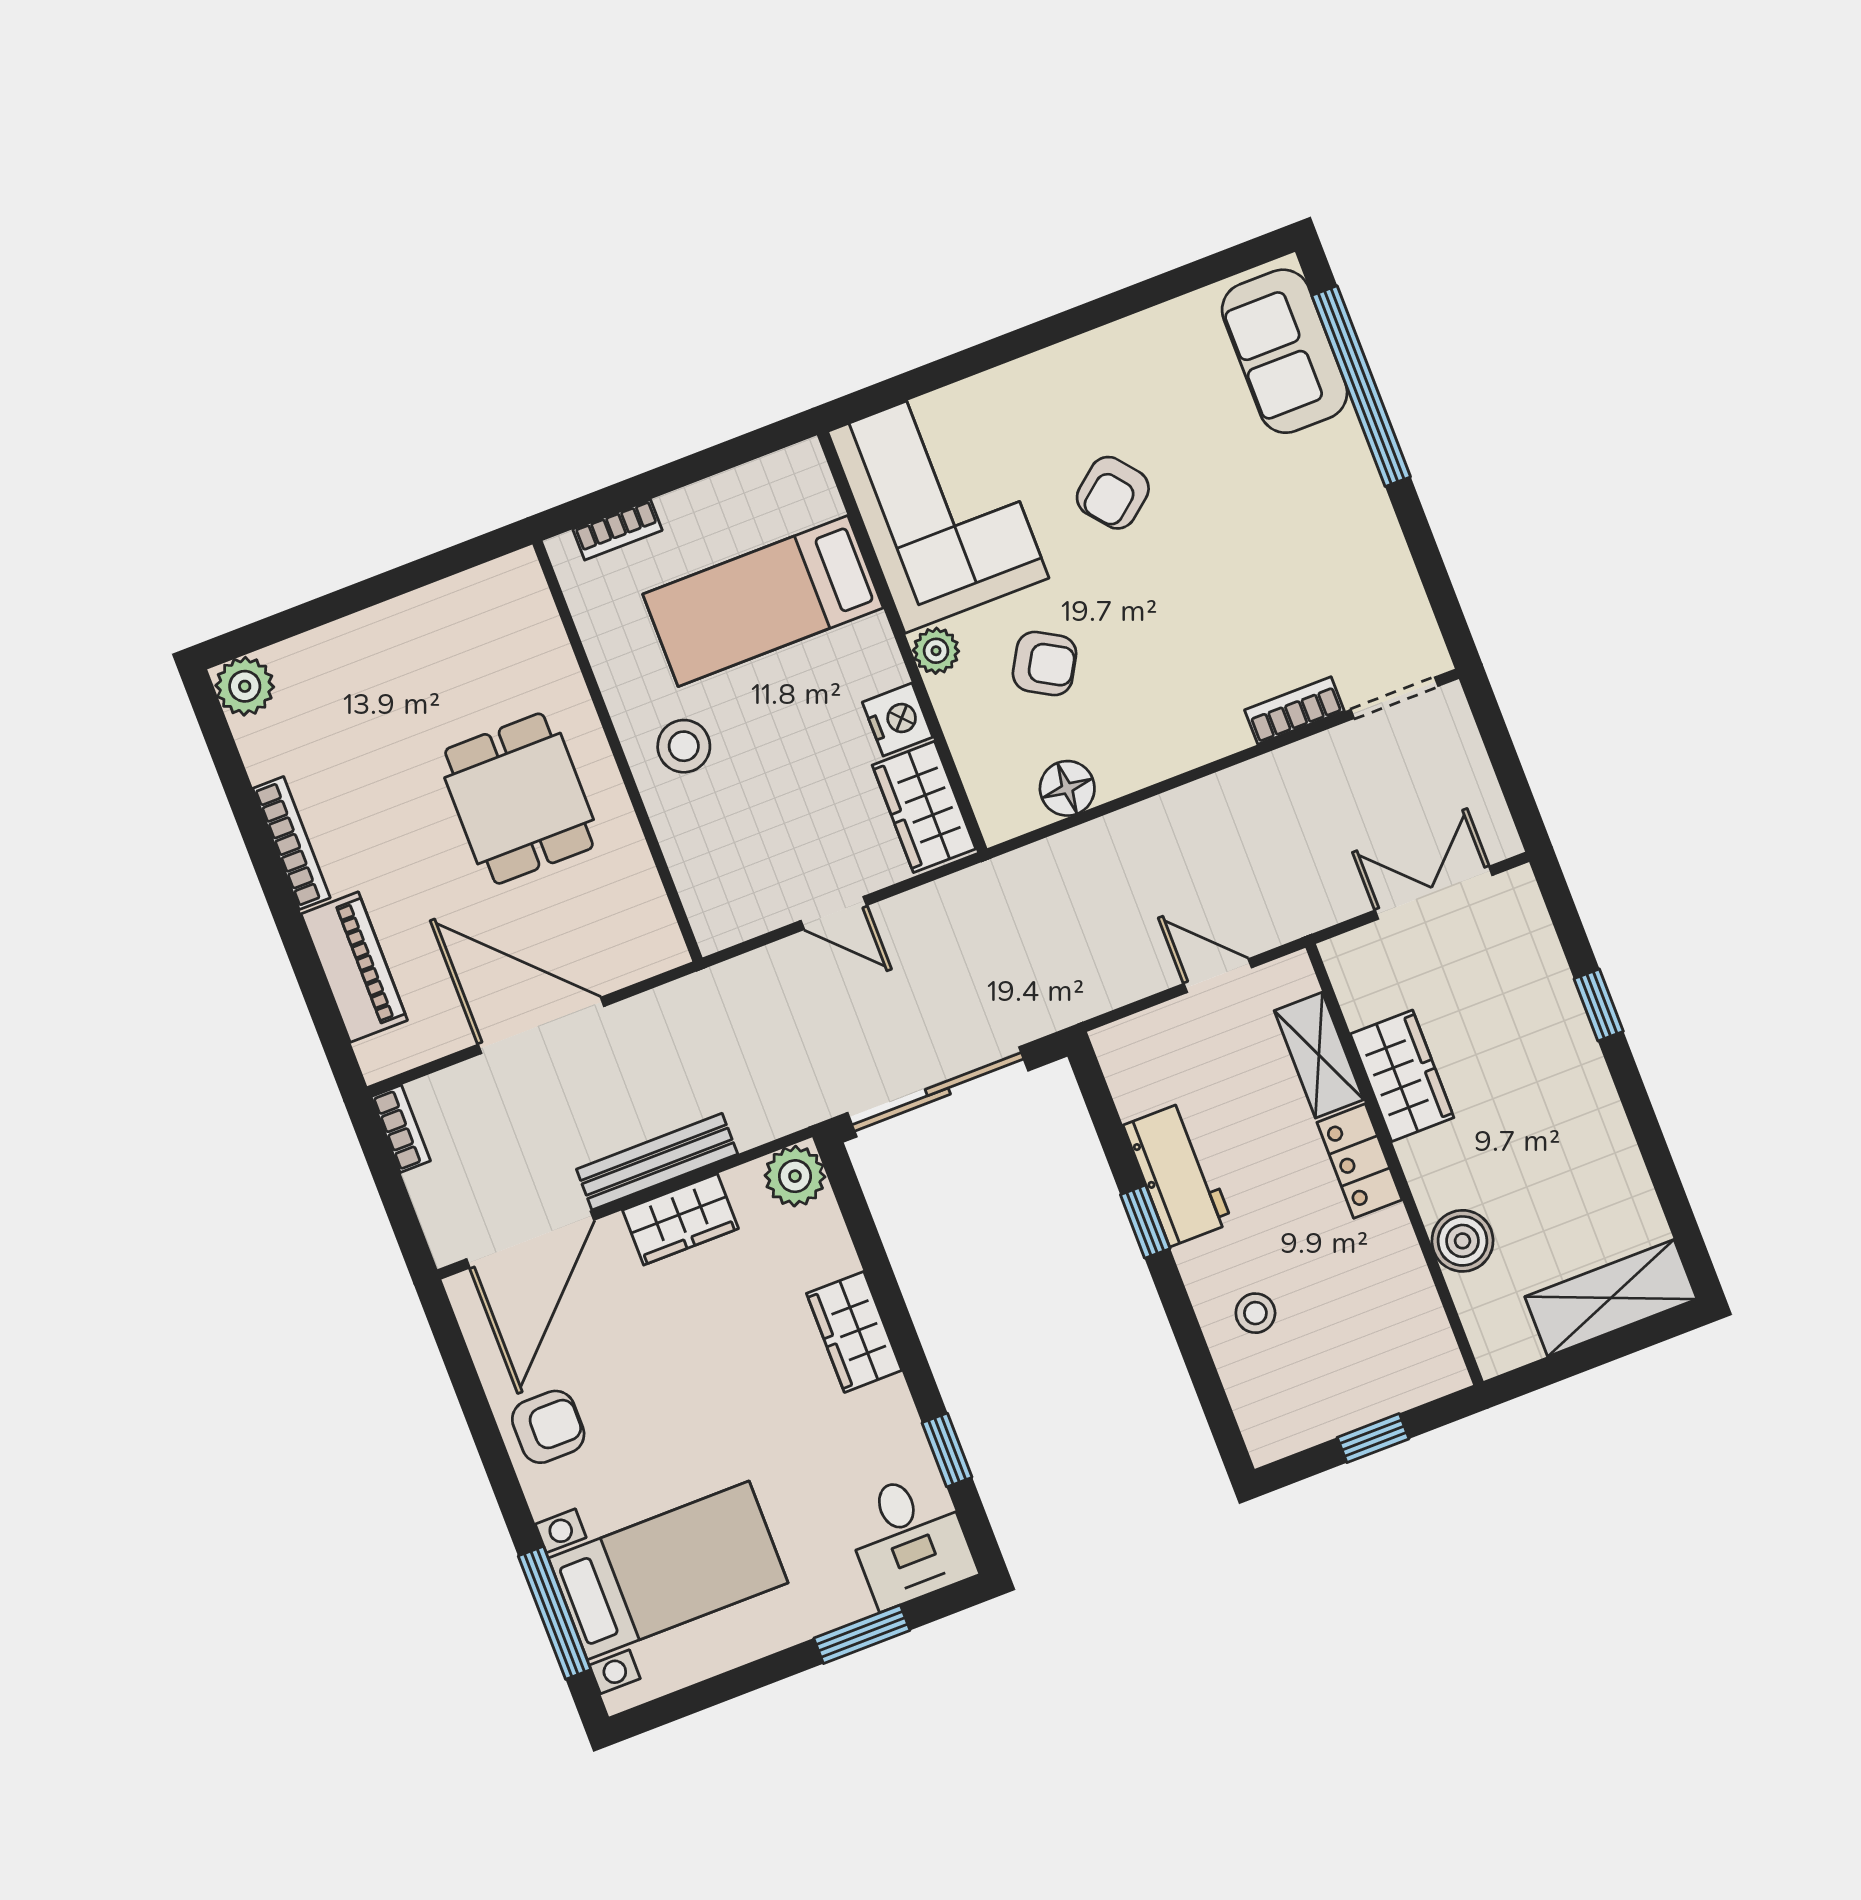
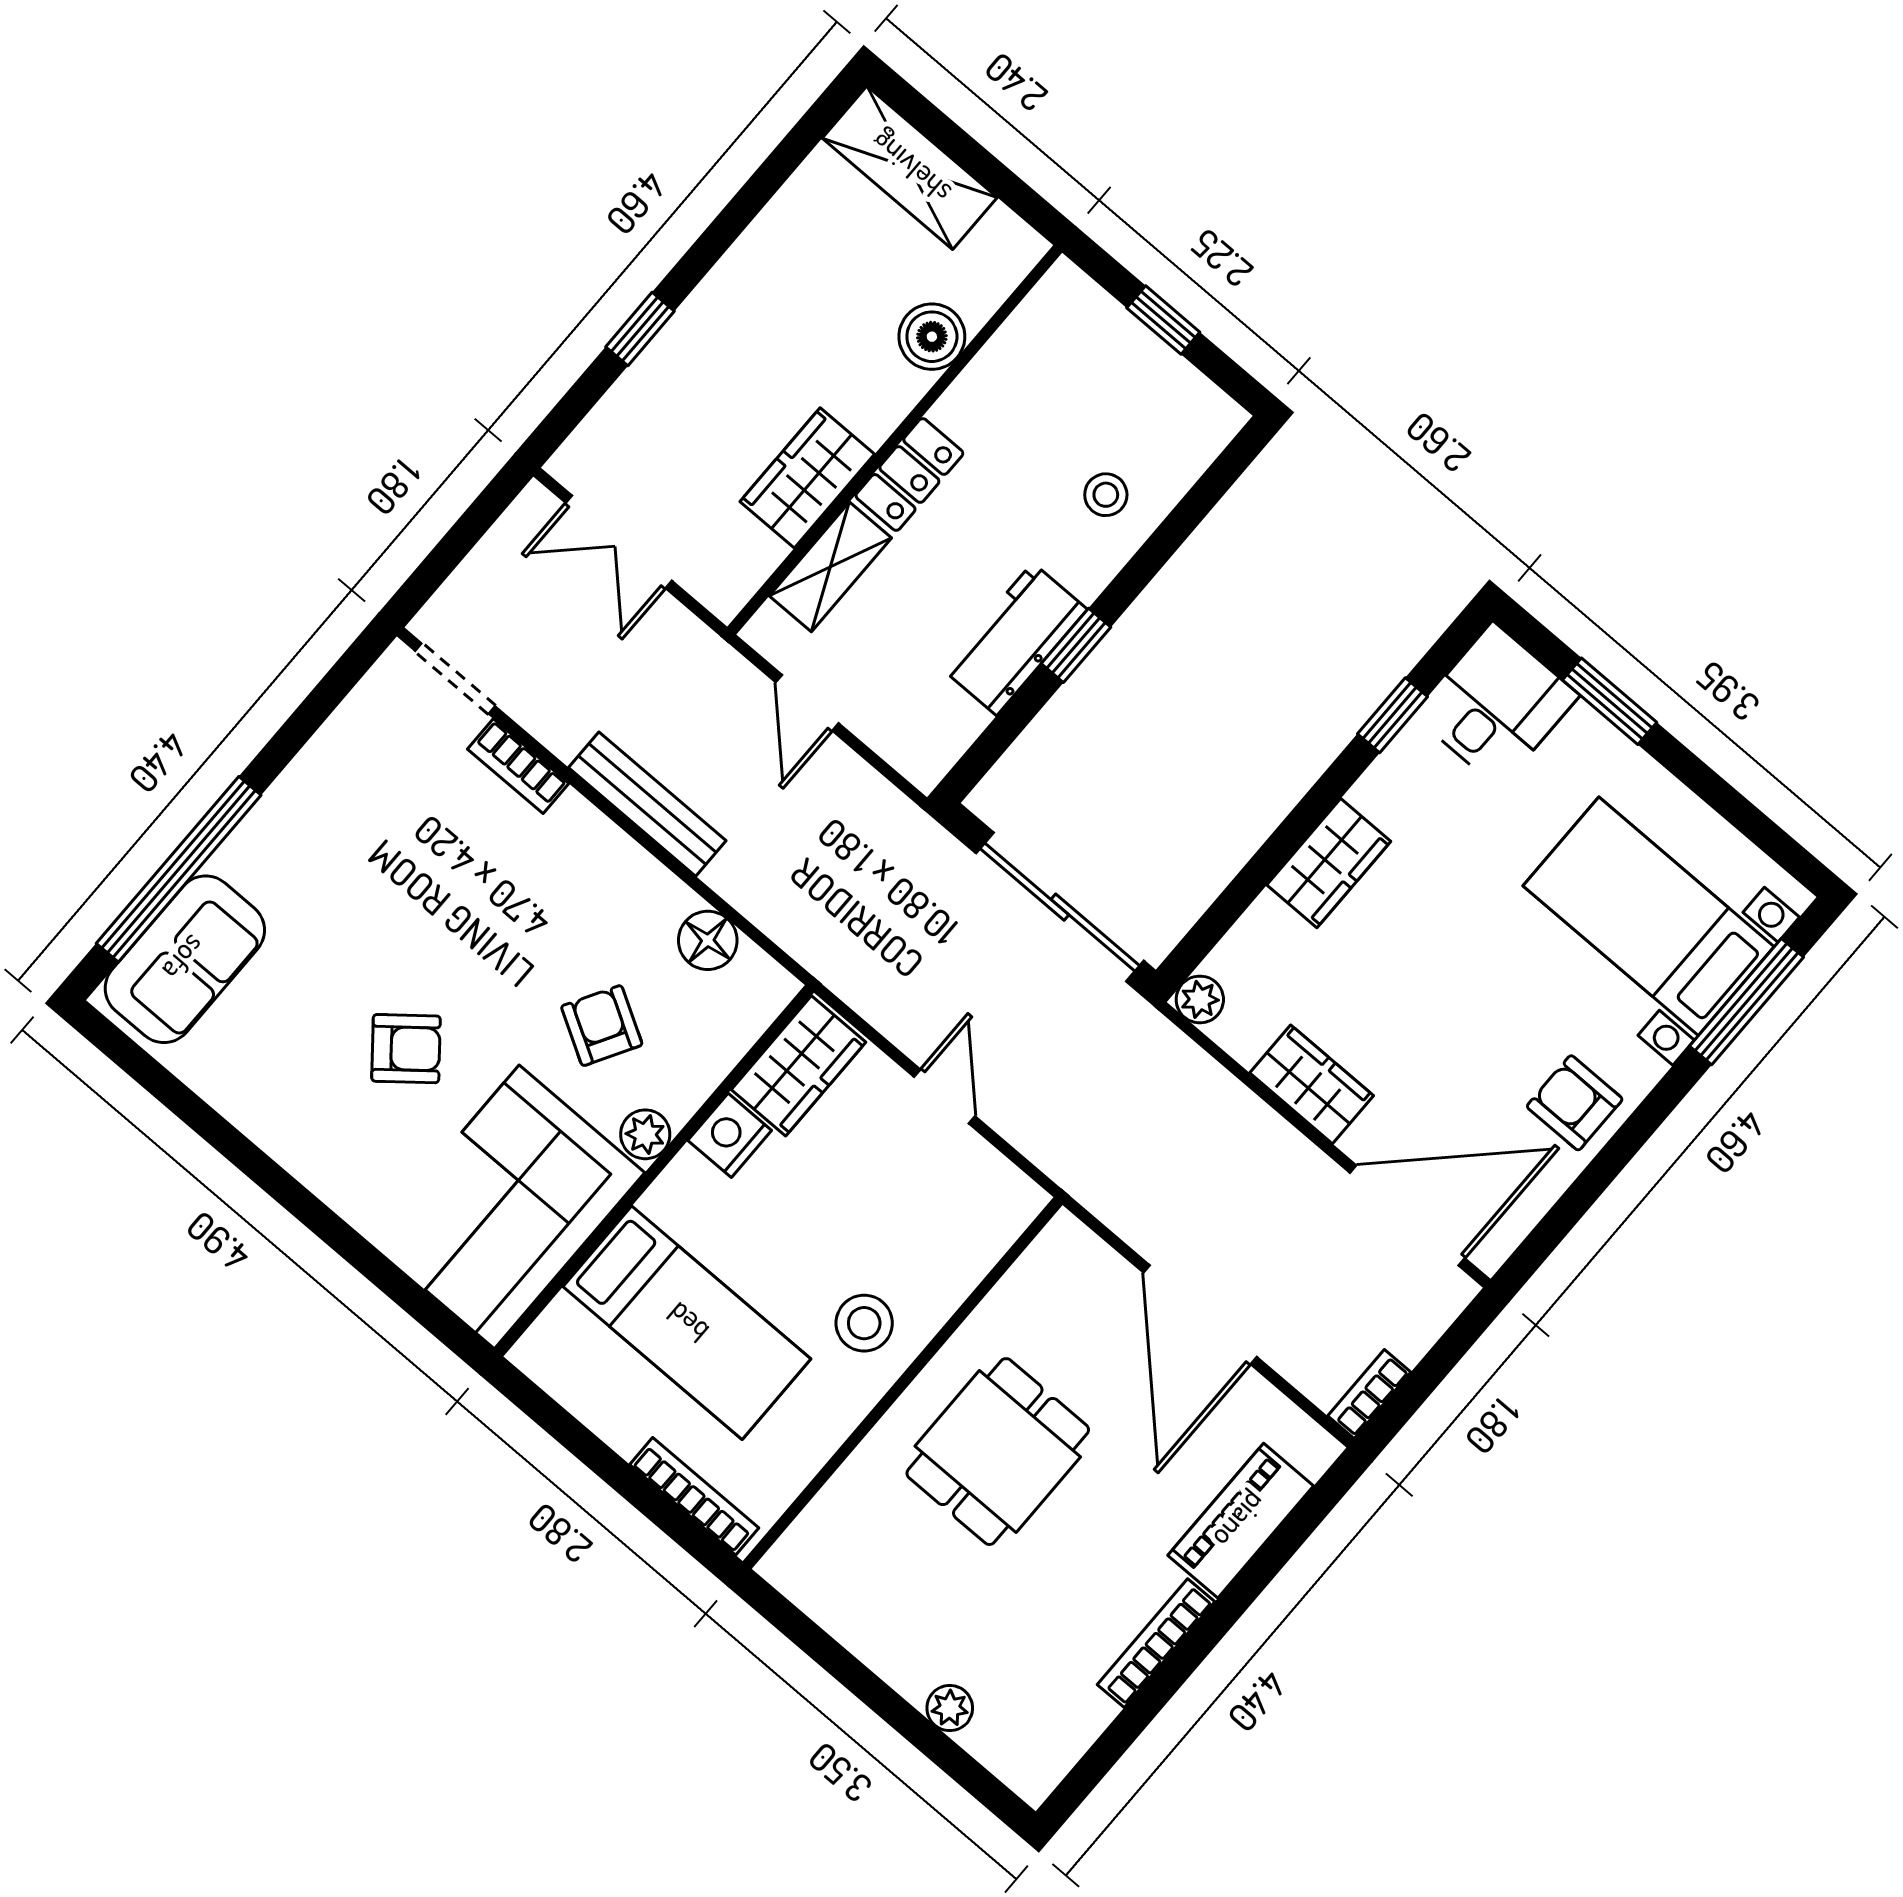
bookcase: (618, 530) -> (694, 1496), width x1.56
plant: (245, 686) -> (950, 1708), moved, width x0.73, depth x0.73
bench: (657, 1162) -> (647, 804), moved
plant: (795, 1176) -> (1200, 999), width x0.73, depth x0.73

